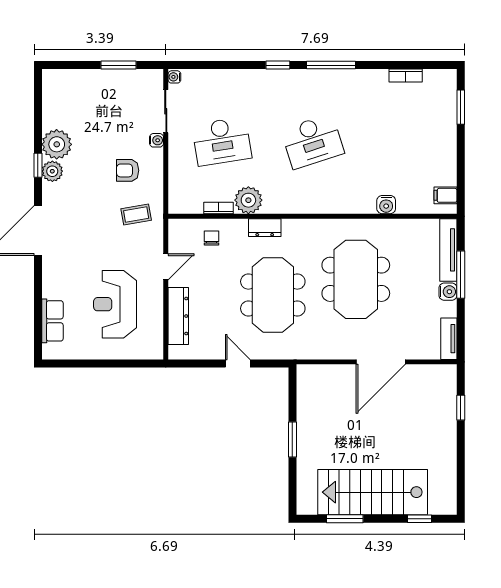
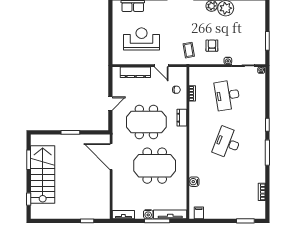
desk: (312, 141) -> (227, 143), turned 39
plant: (248, 200) -> (196, 109), removed
door: (381, 362) -> (111, 157), moved

